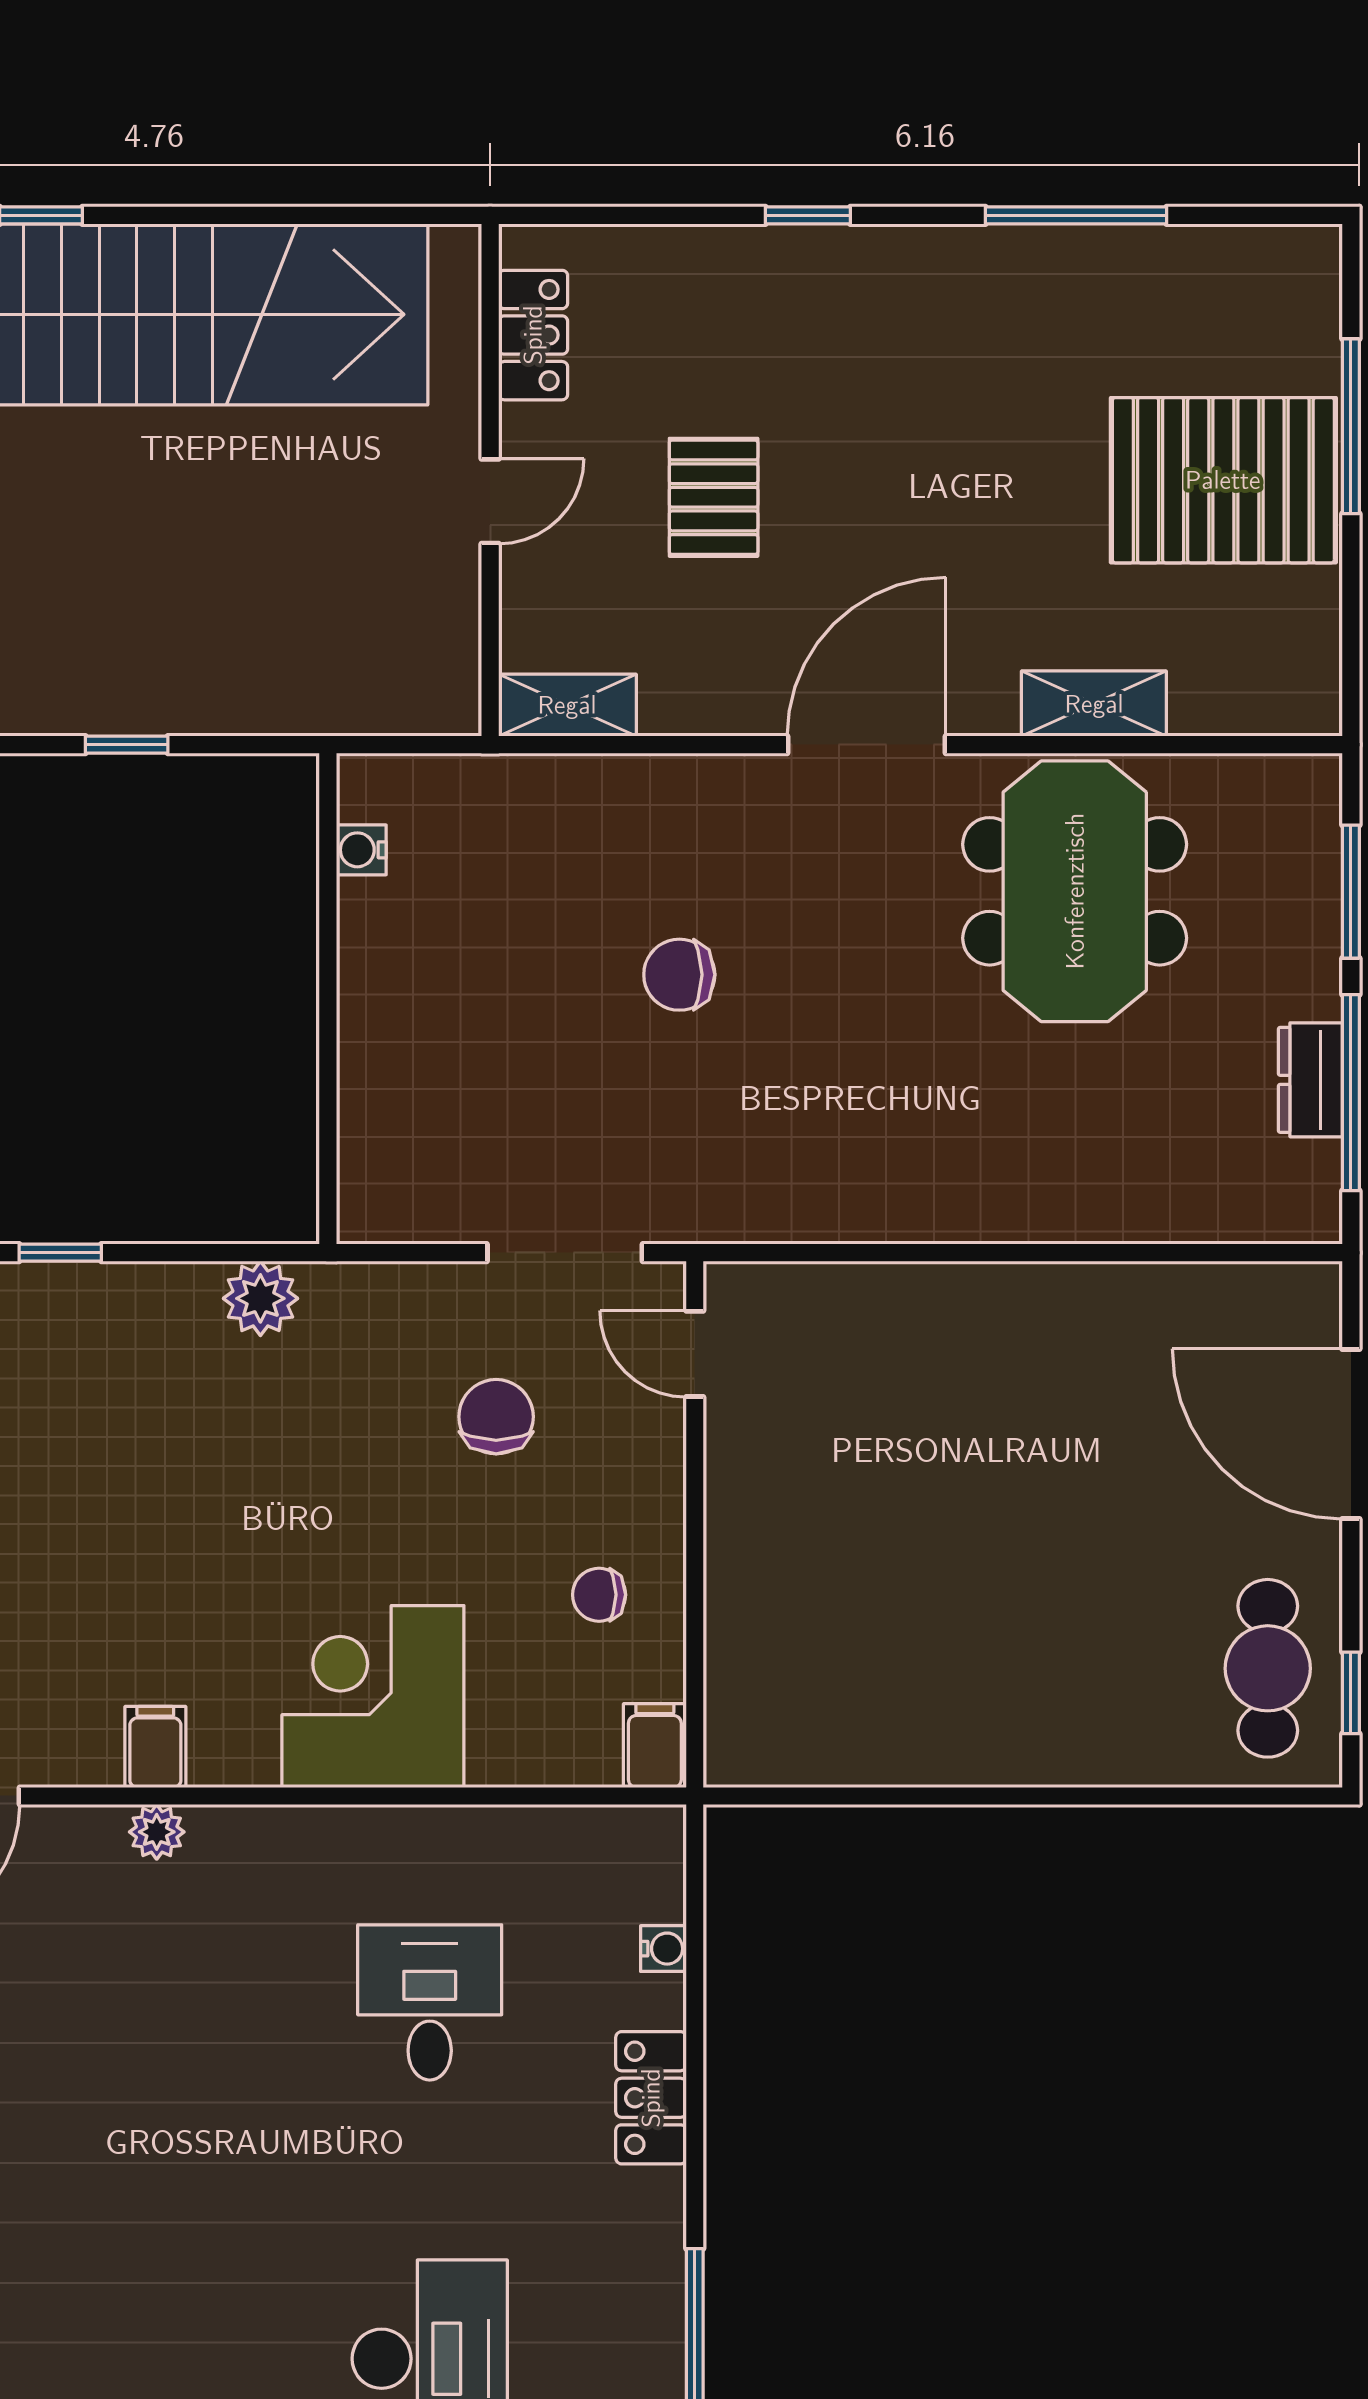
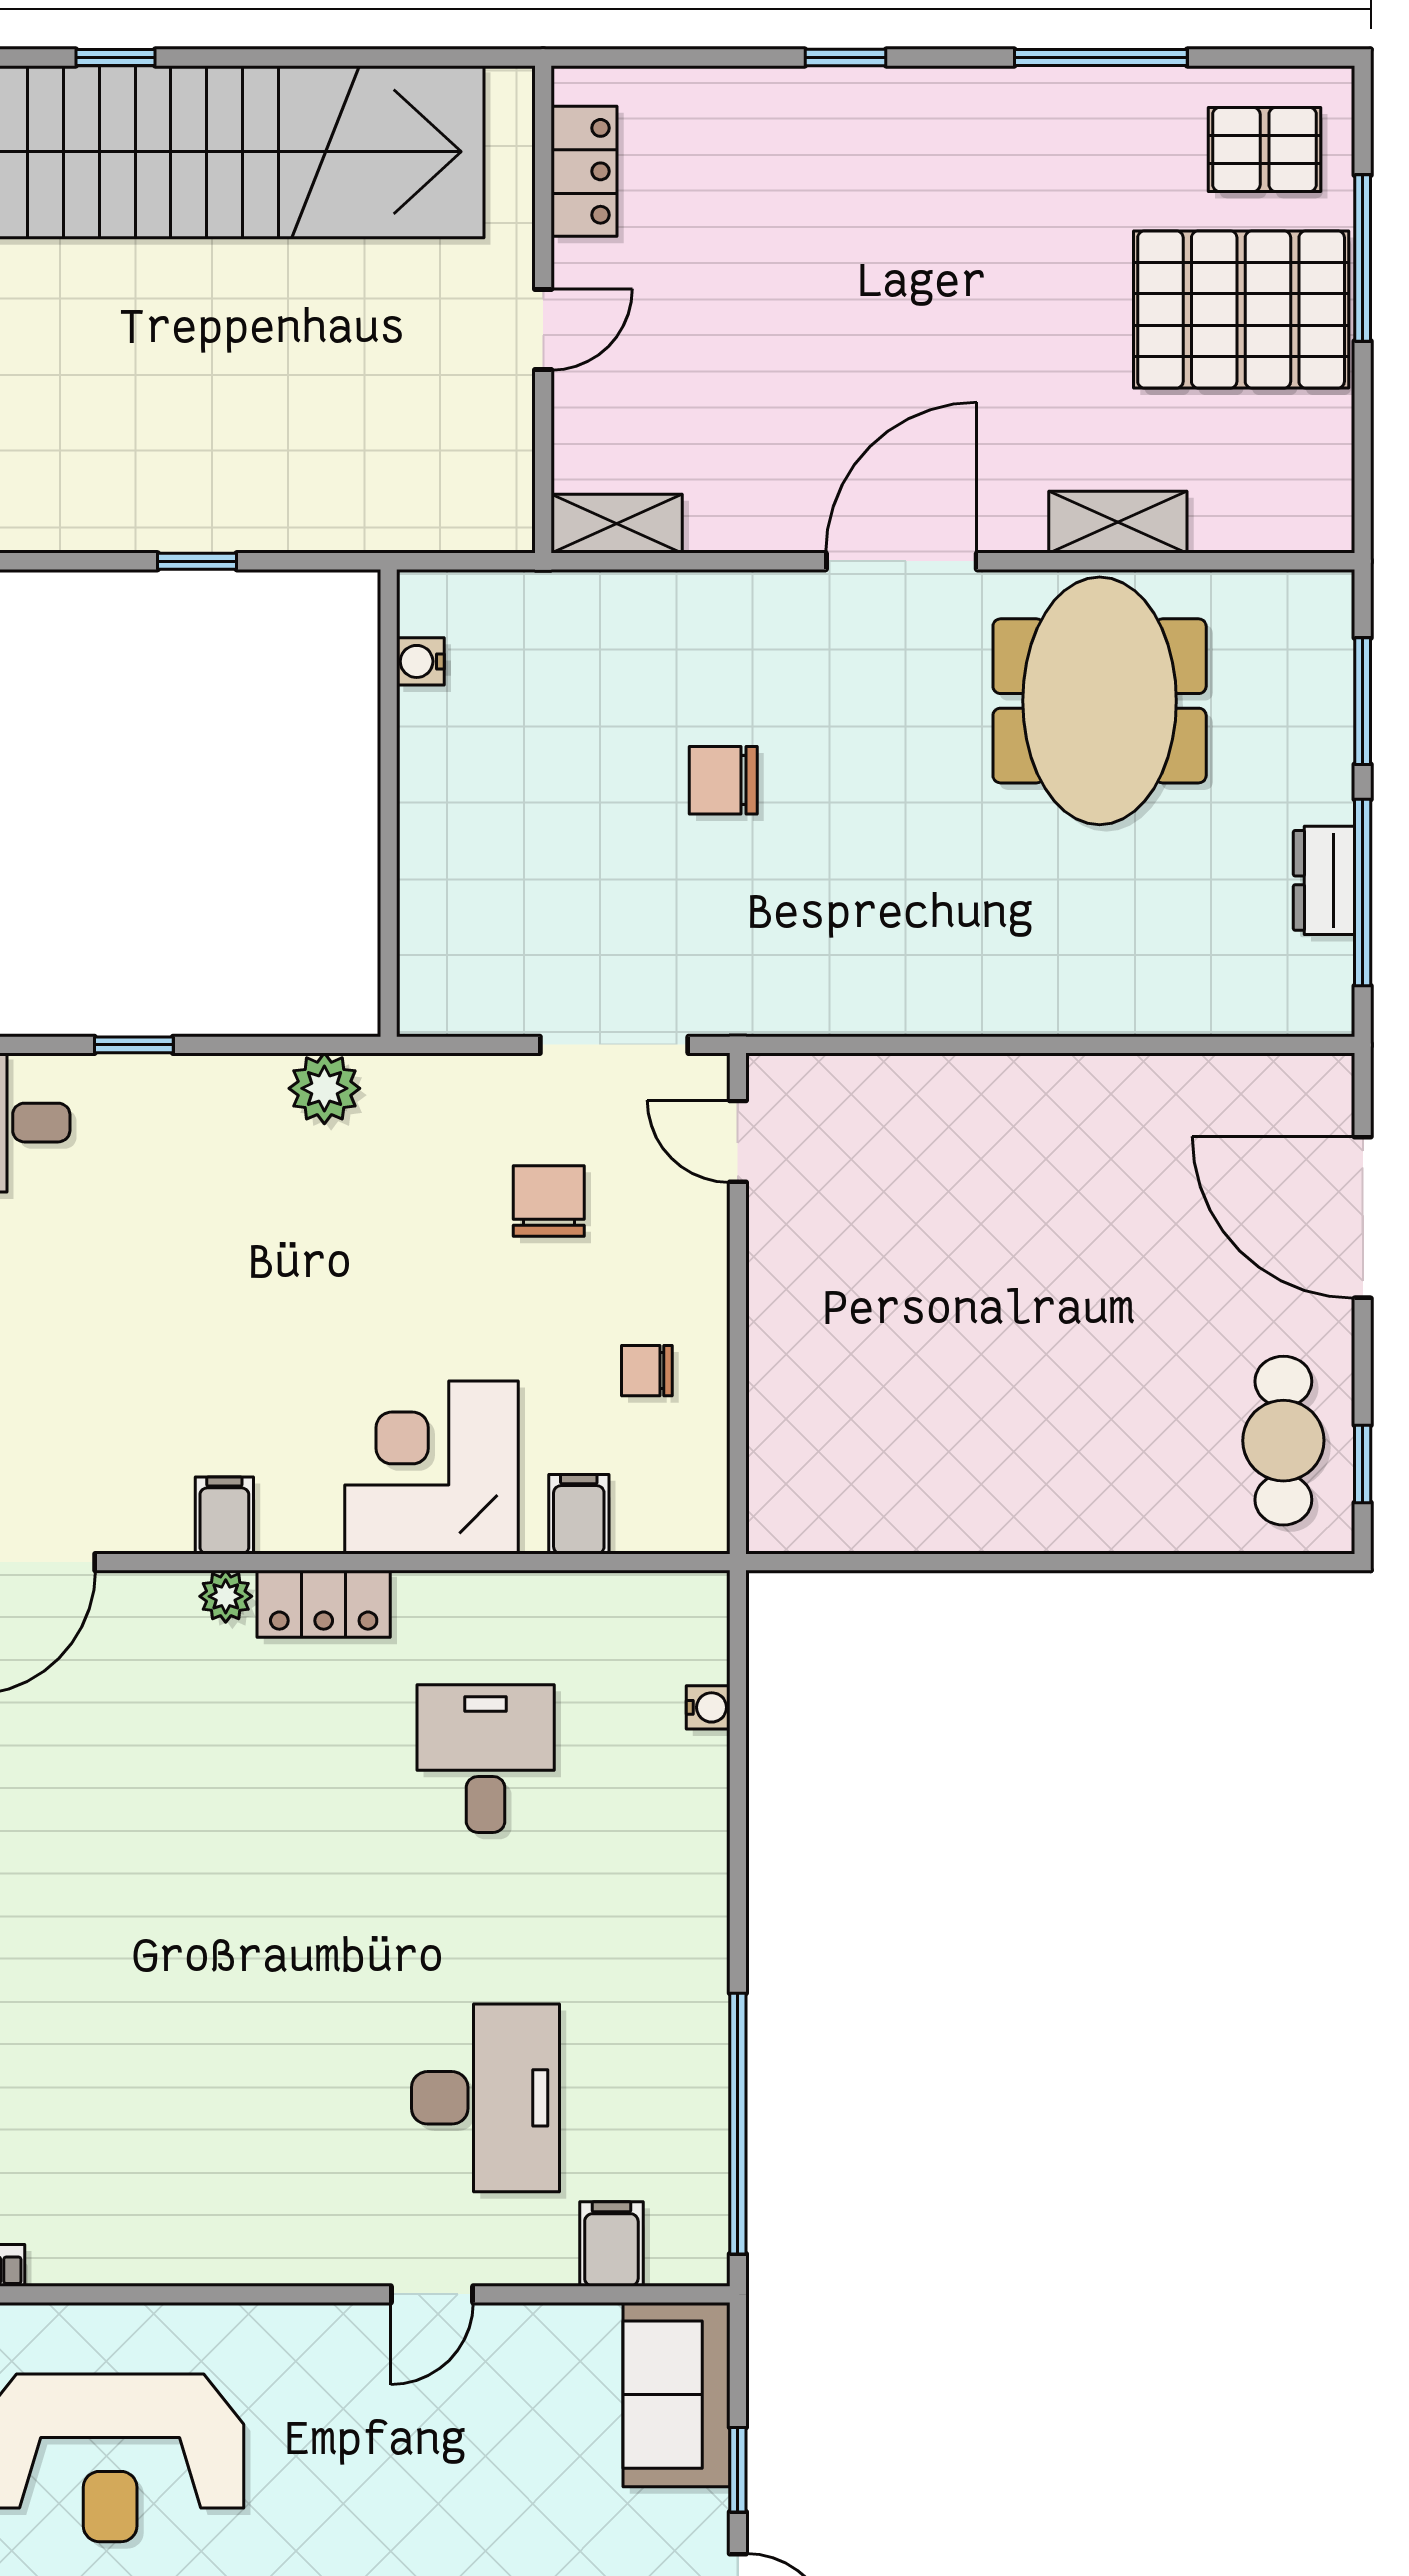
pallet: (714, 497) -> (1265, 149), moved, turned 90
filing cabinet: (655, 1746) -> (579, 1514), moved
locker: (651, 2098) -> (324, 1604), moved, turned -90

